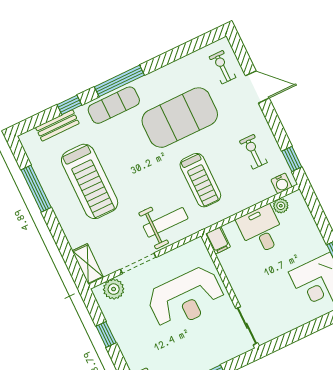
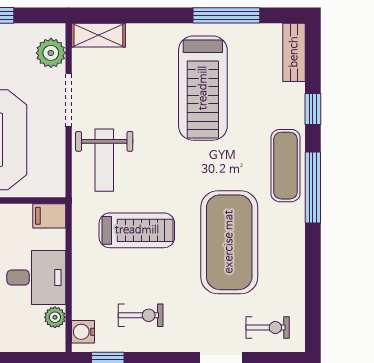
bench: (57, 125) -> (294, 52), moved
treadmill: (200, 180) -> (137, 230), turned 180
treadmill: (90, 181) -> (203, 88), turned -90

